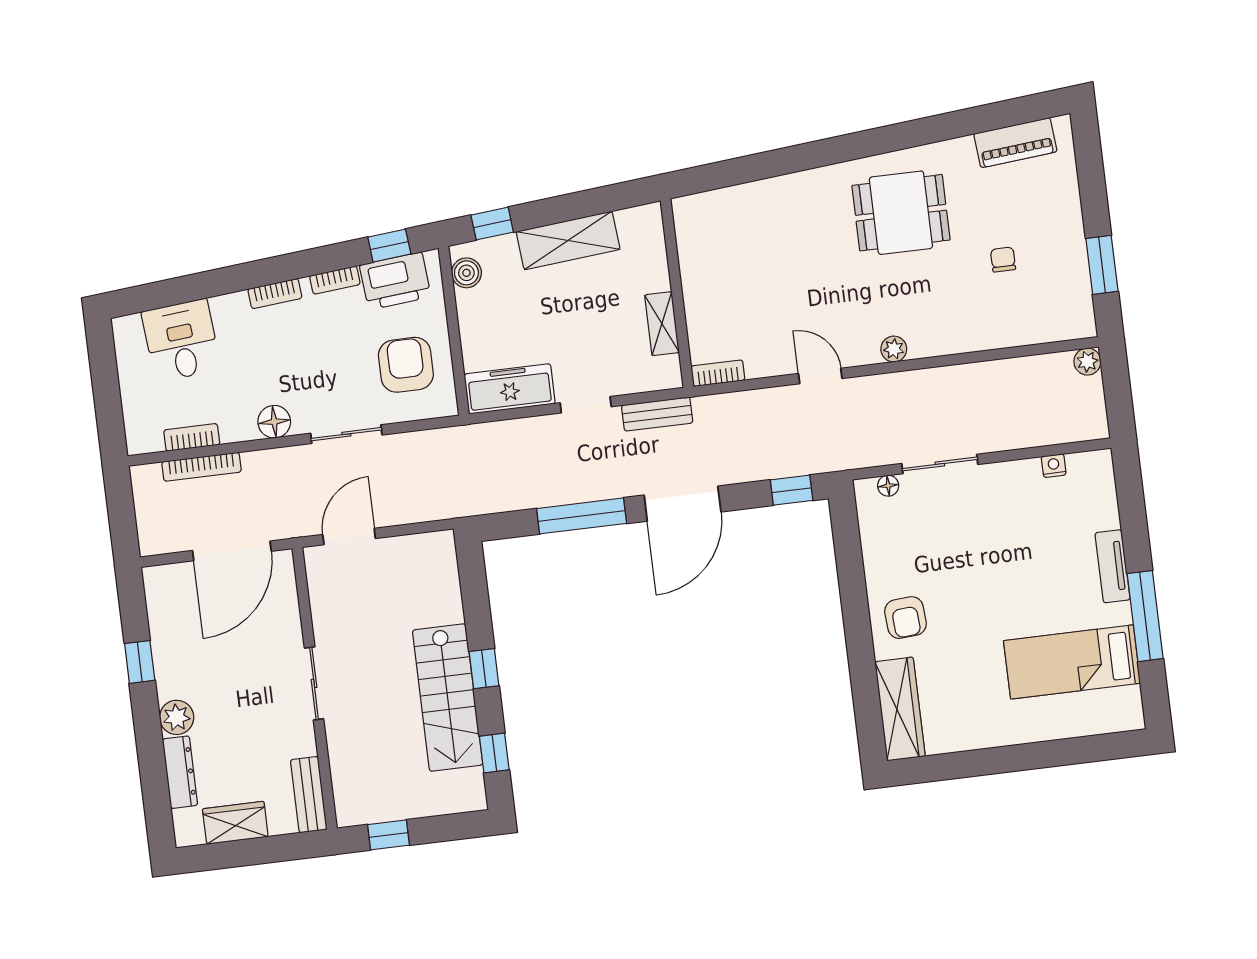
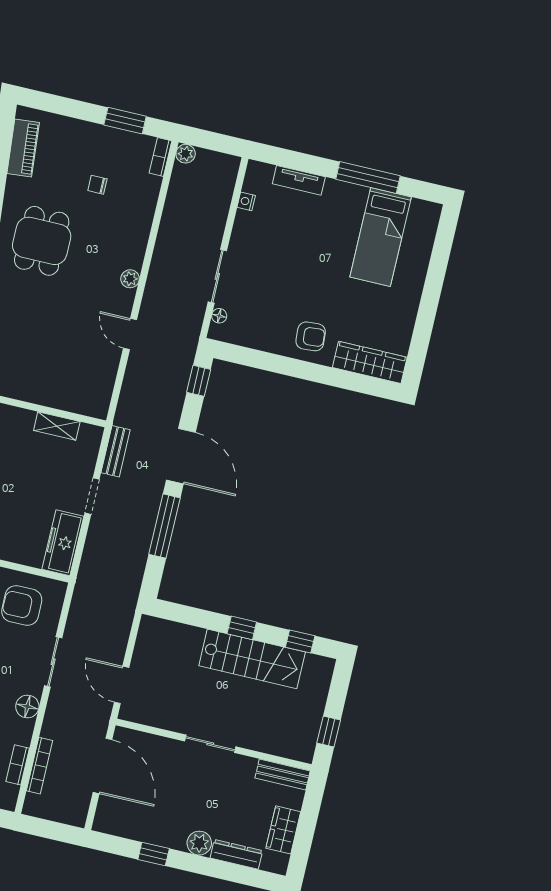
bookcase: (718, 373) -> (161, 157), moved
door: (820, 376) -> (130, 334), hinge flipped
tv unit: (1113, 566) -> (299, 180), moved

